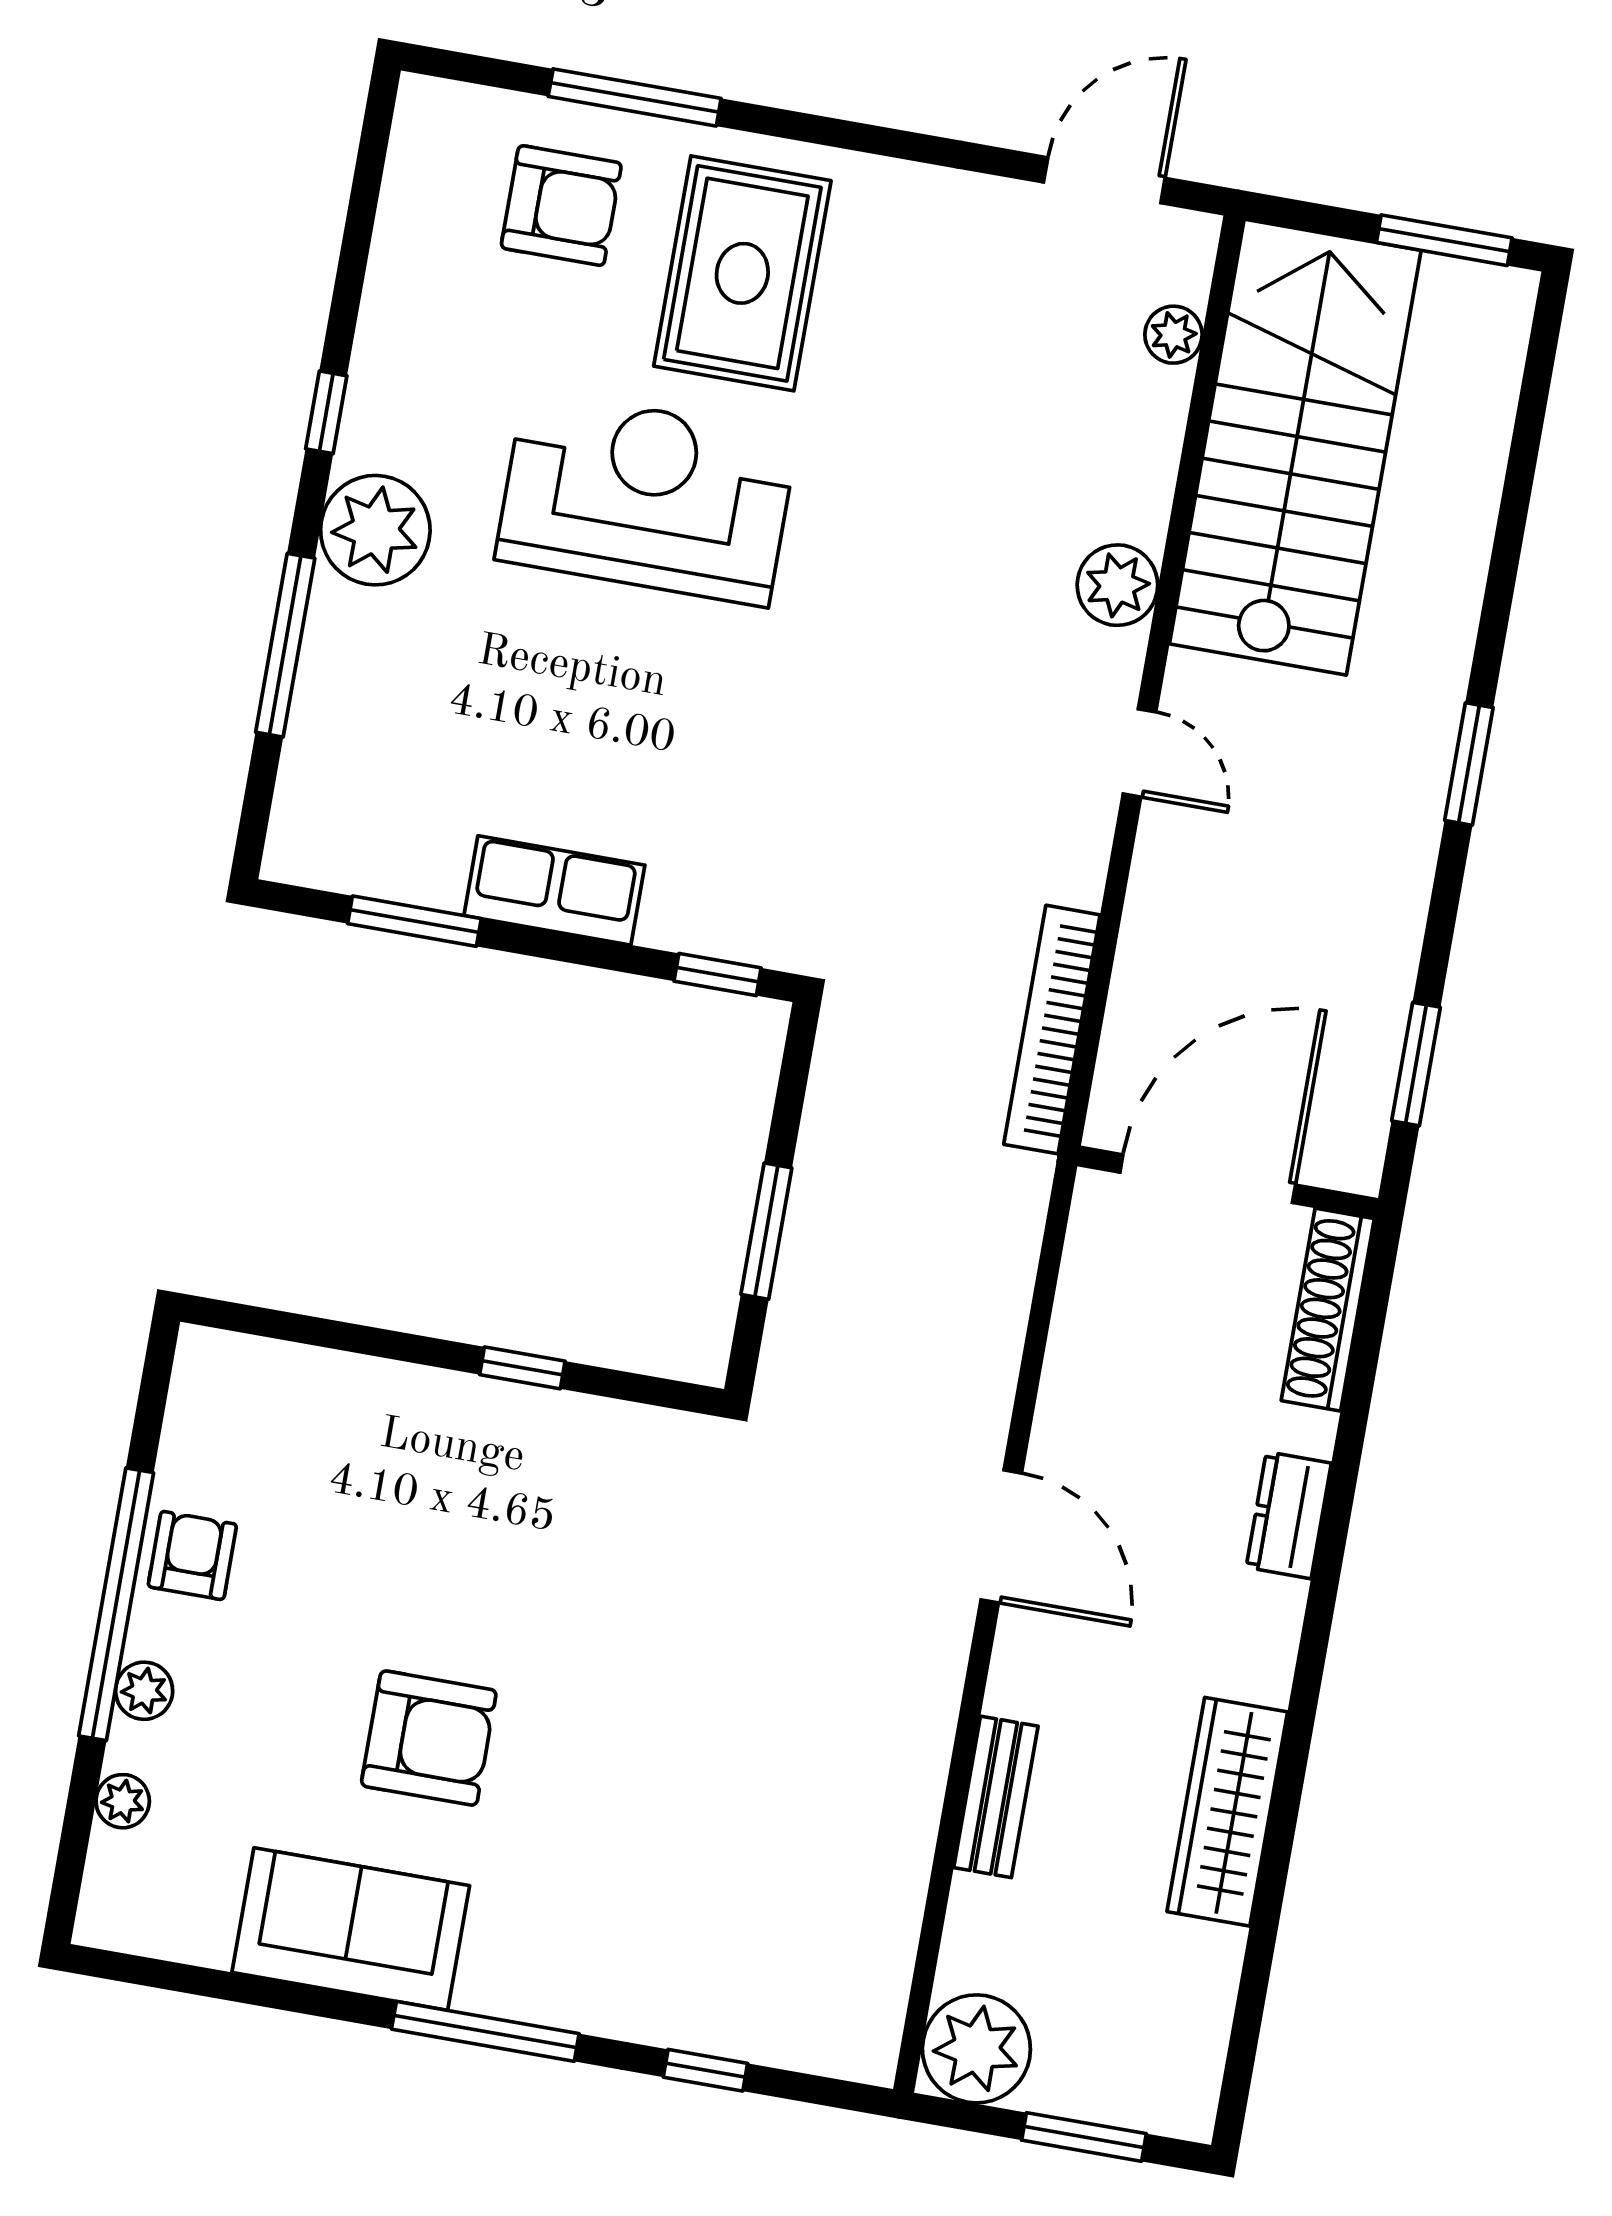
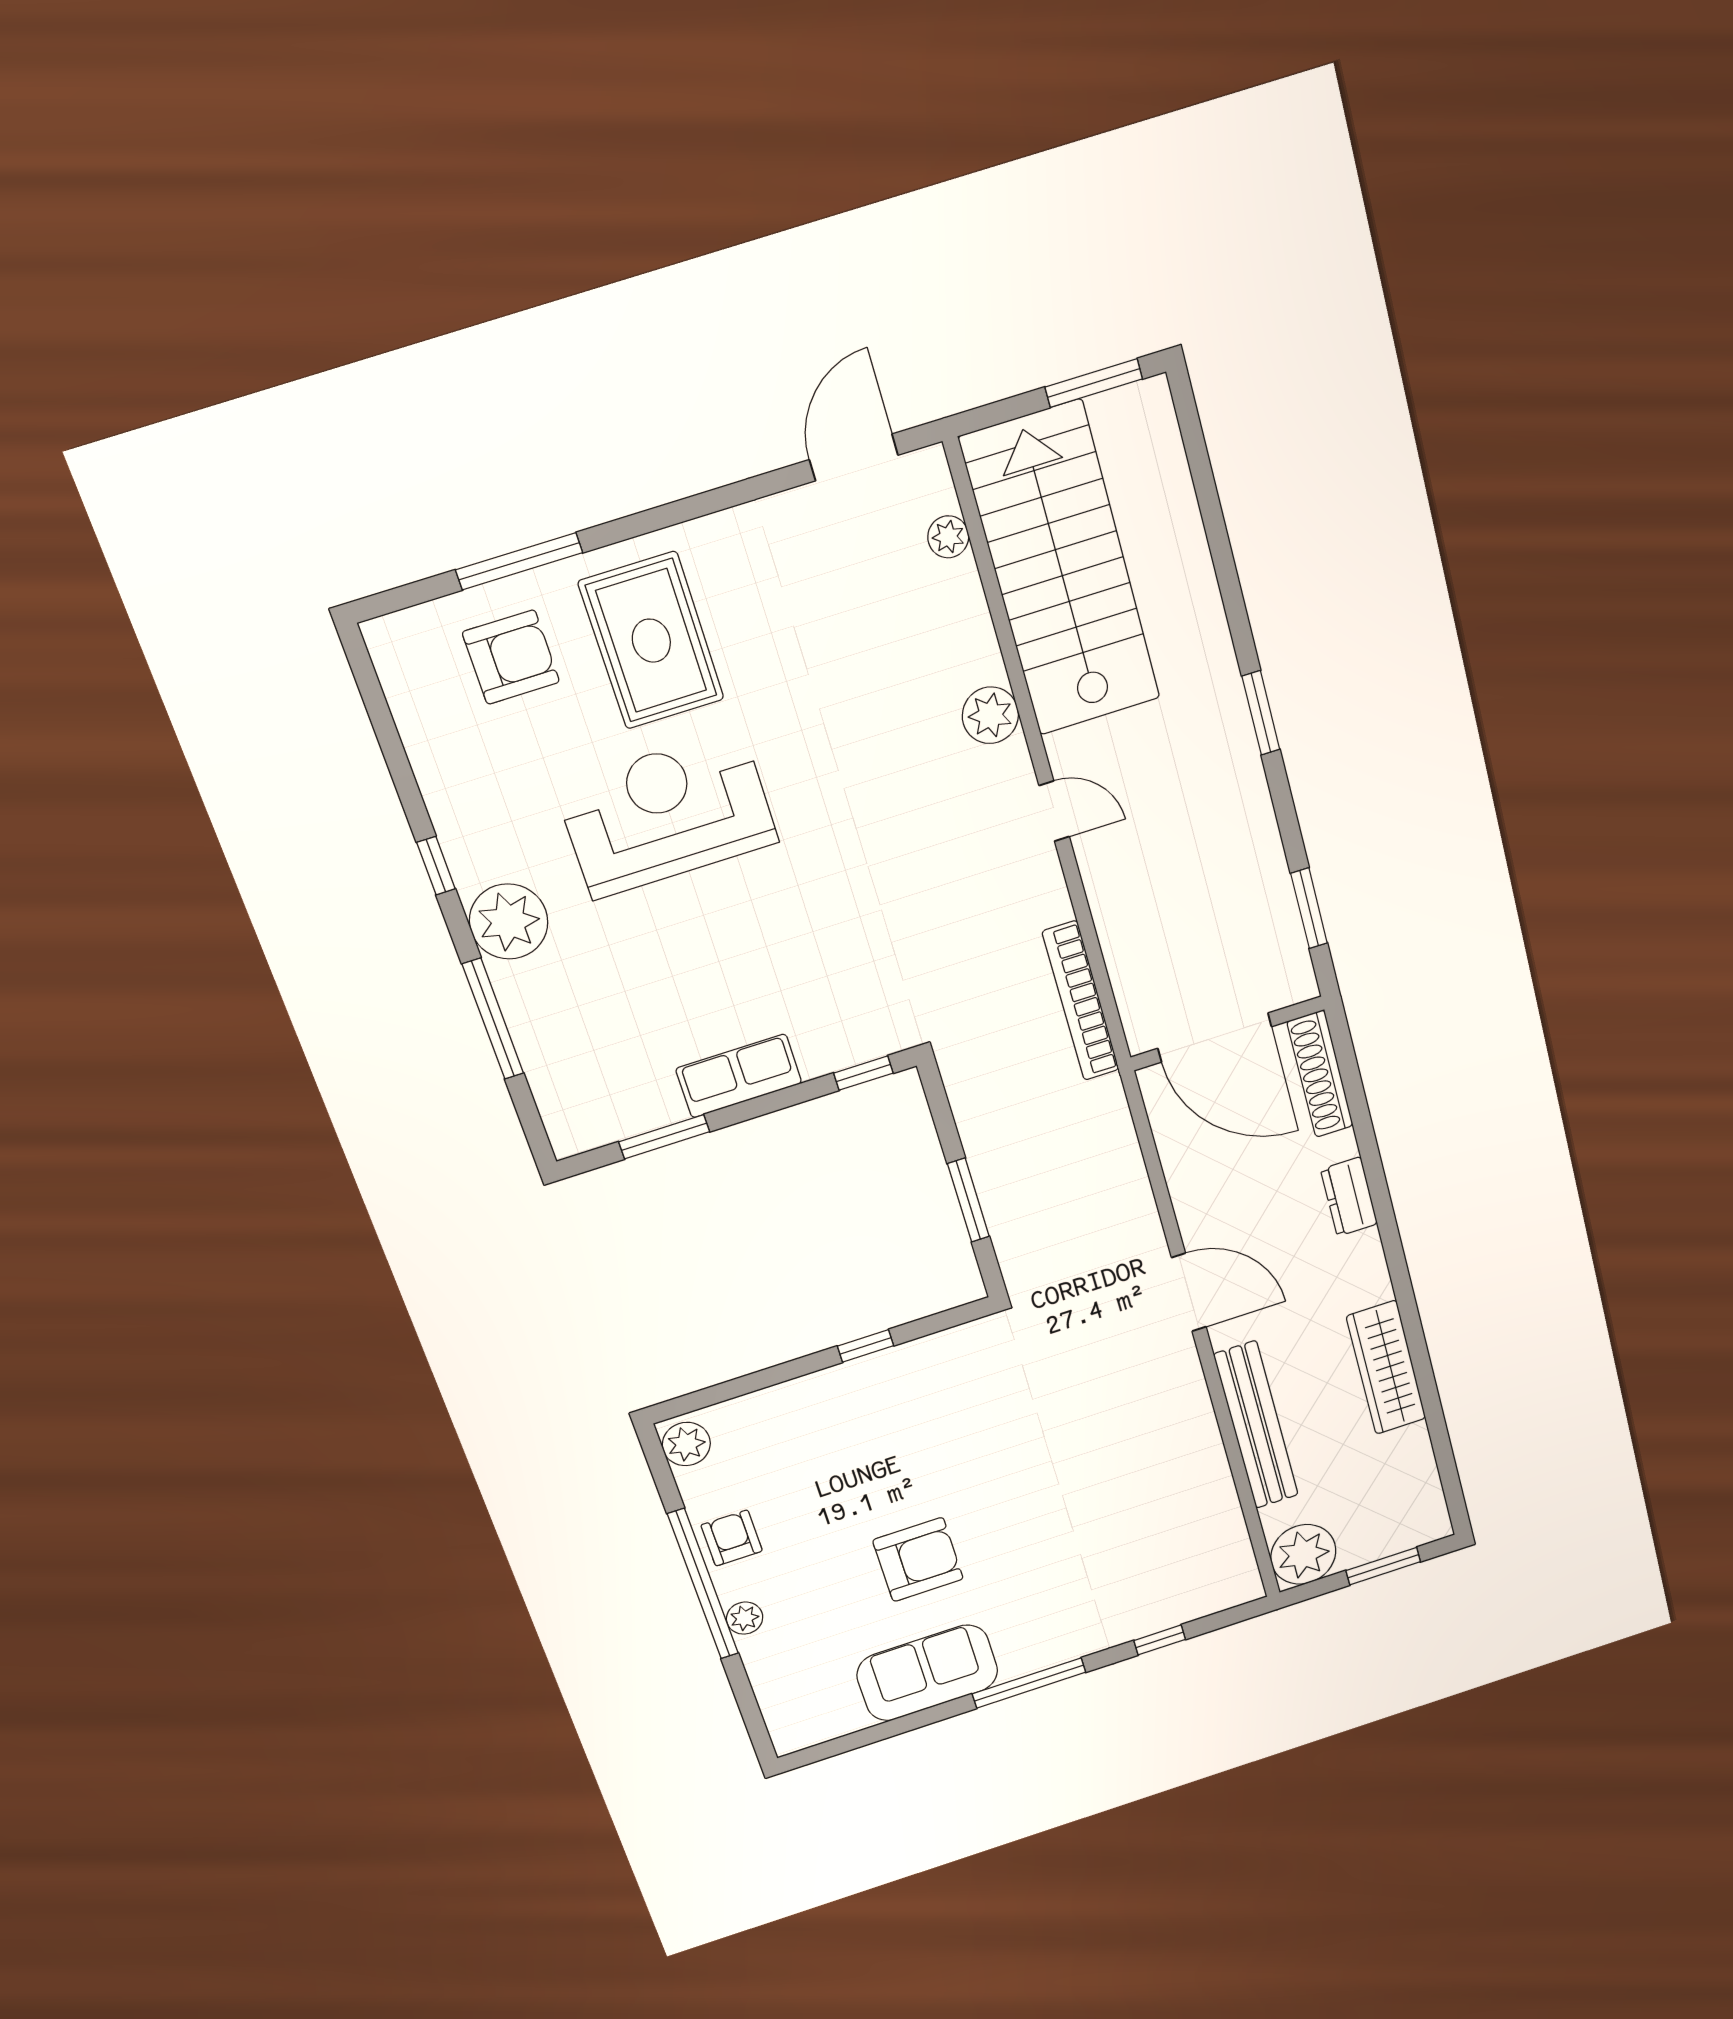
door: (1208, 1179) -> (1215, 1037), swing flipped
bench: (996, 1797) -> (1256, 1425), width x1.86, depth x1.21
plant: (123, 1801) -> (686, 1444), moved, width x1.38, depth x1.38

